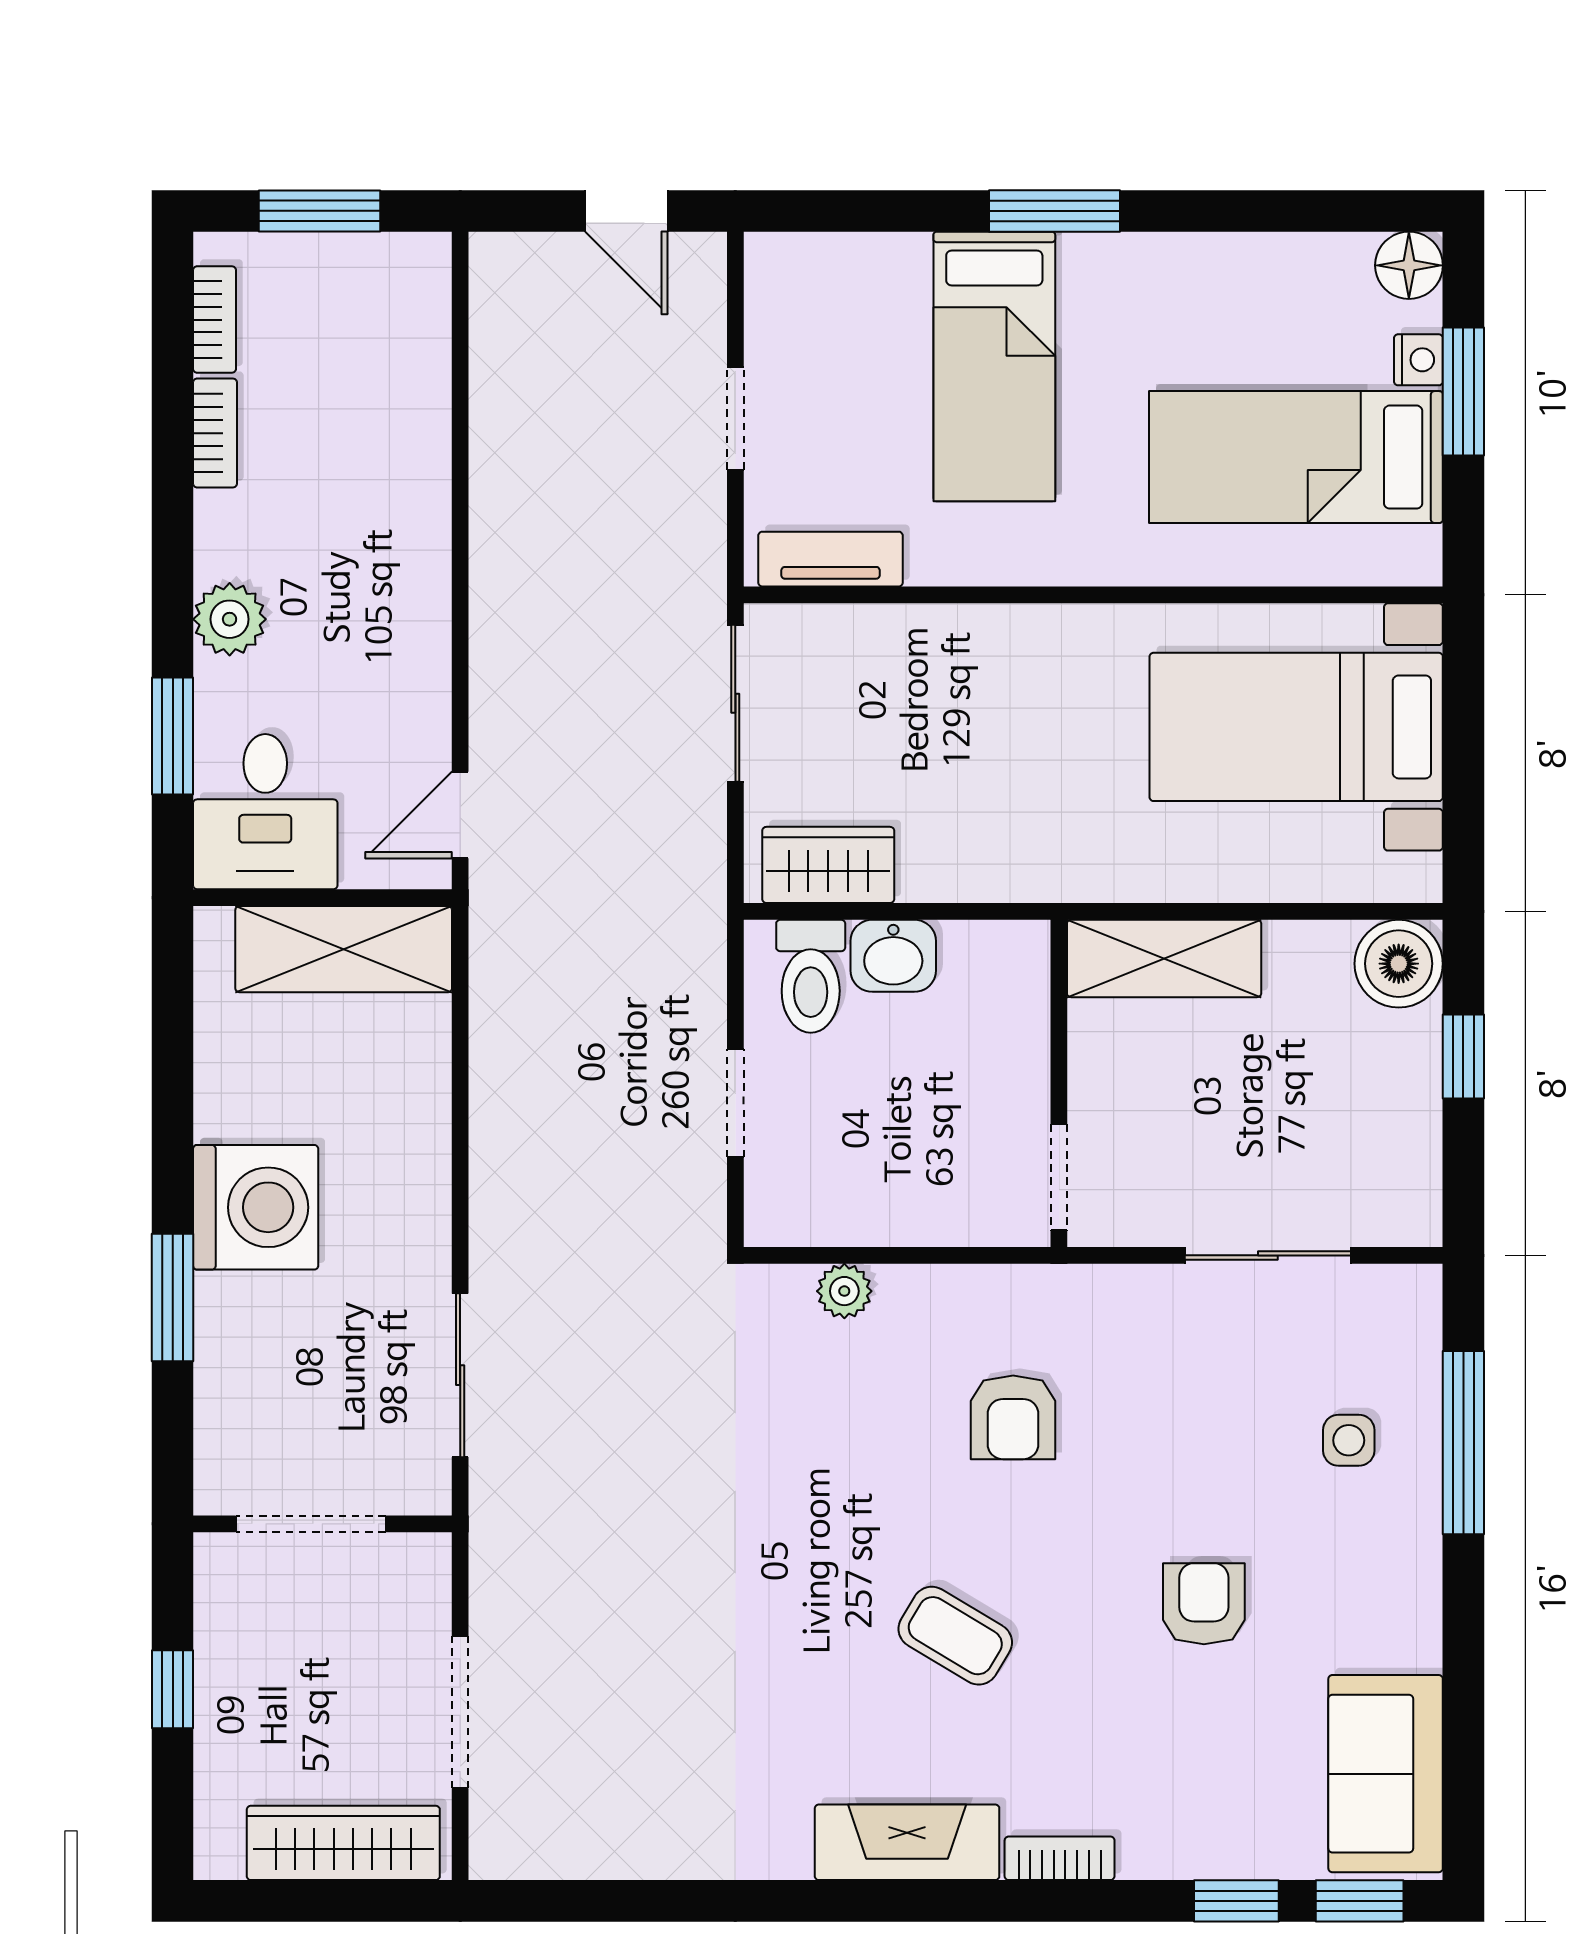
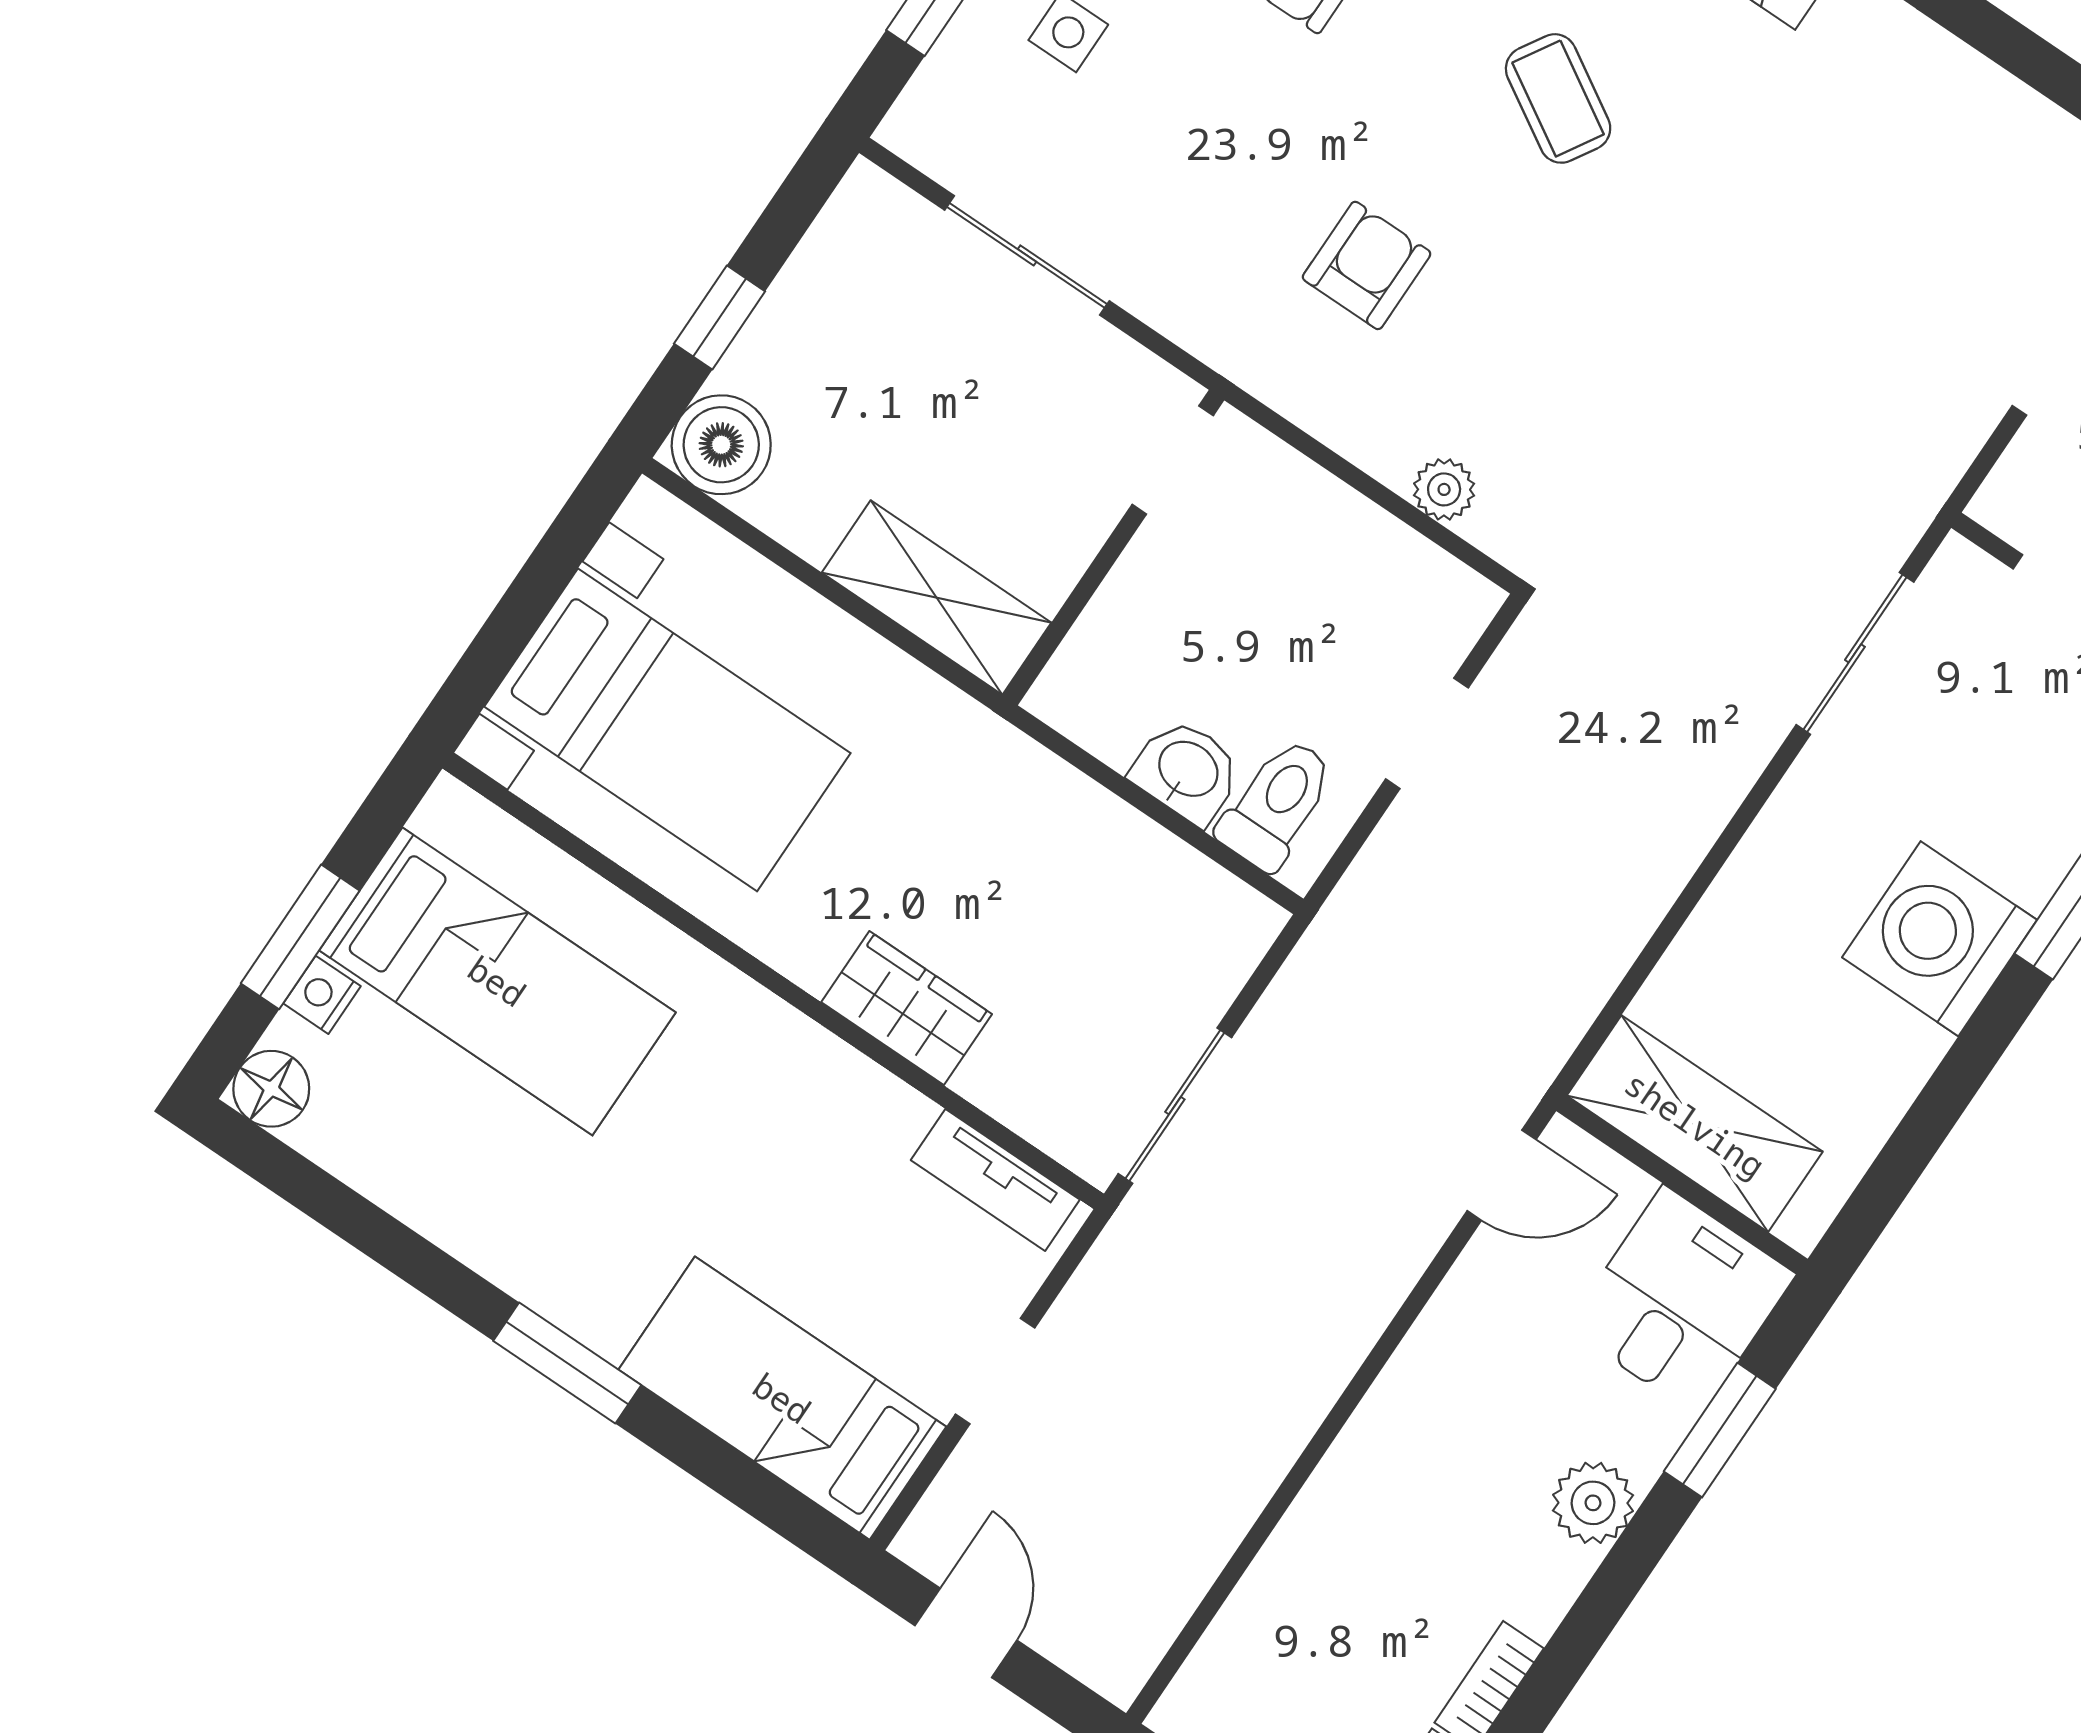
bed: (994, 367) -> (782, 1398), moved, turned -90
wardrobe: (828, 865) -> (907, 1008), moved, turned 180

